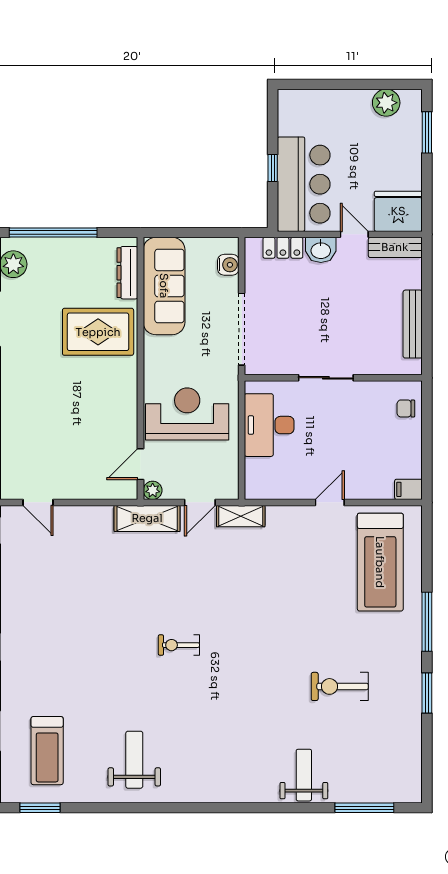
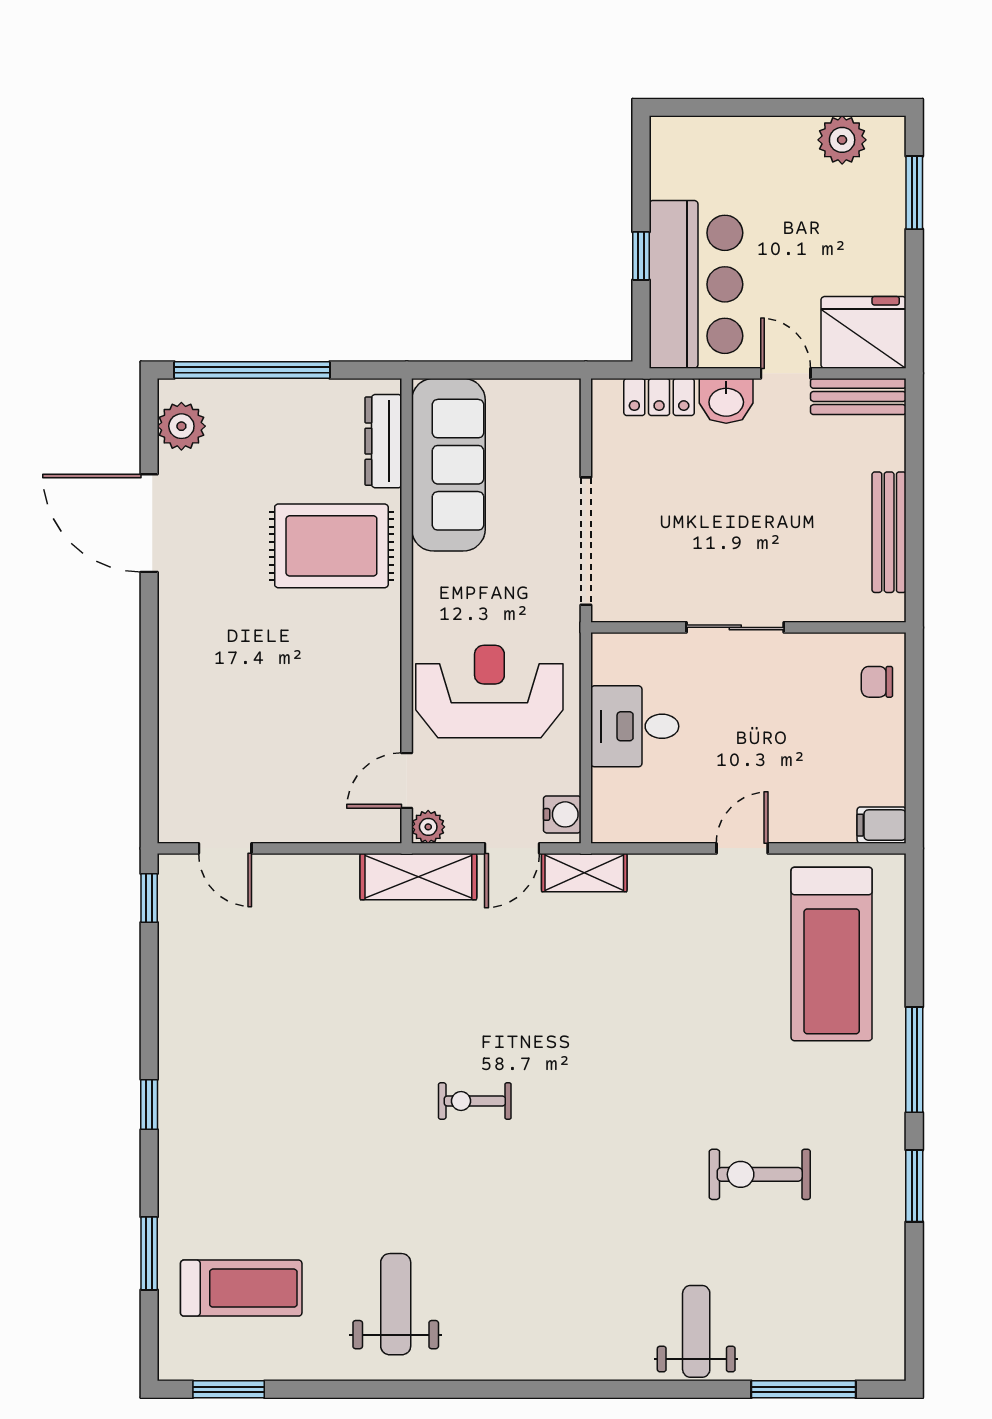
water cooler: (228, 265) -> (562, 814), moved
desk: (269, 425) -> (635, 726), width x0.73
treadmill: (47, 751) -> (241, 1288), turned -90

